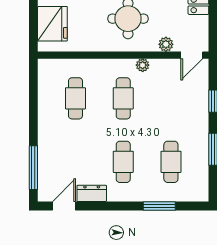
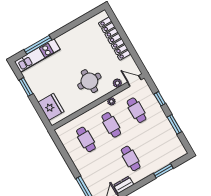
door: (192, 55) -> (134, 81), swing flipped
cafe table: (171, 162) -> (137, 110), moved

